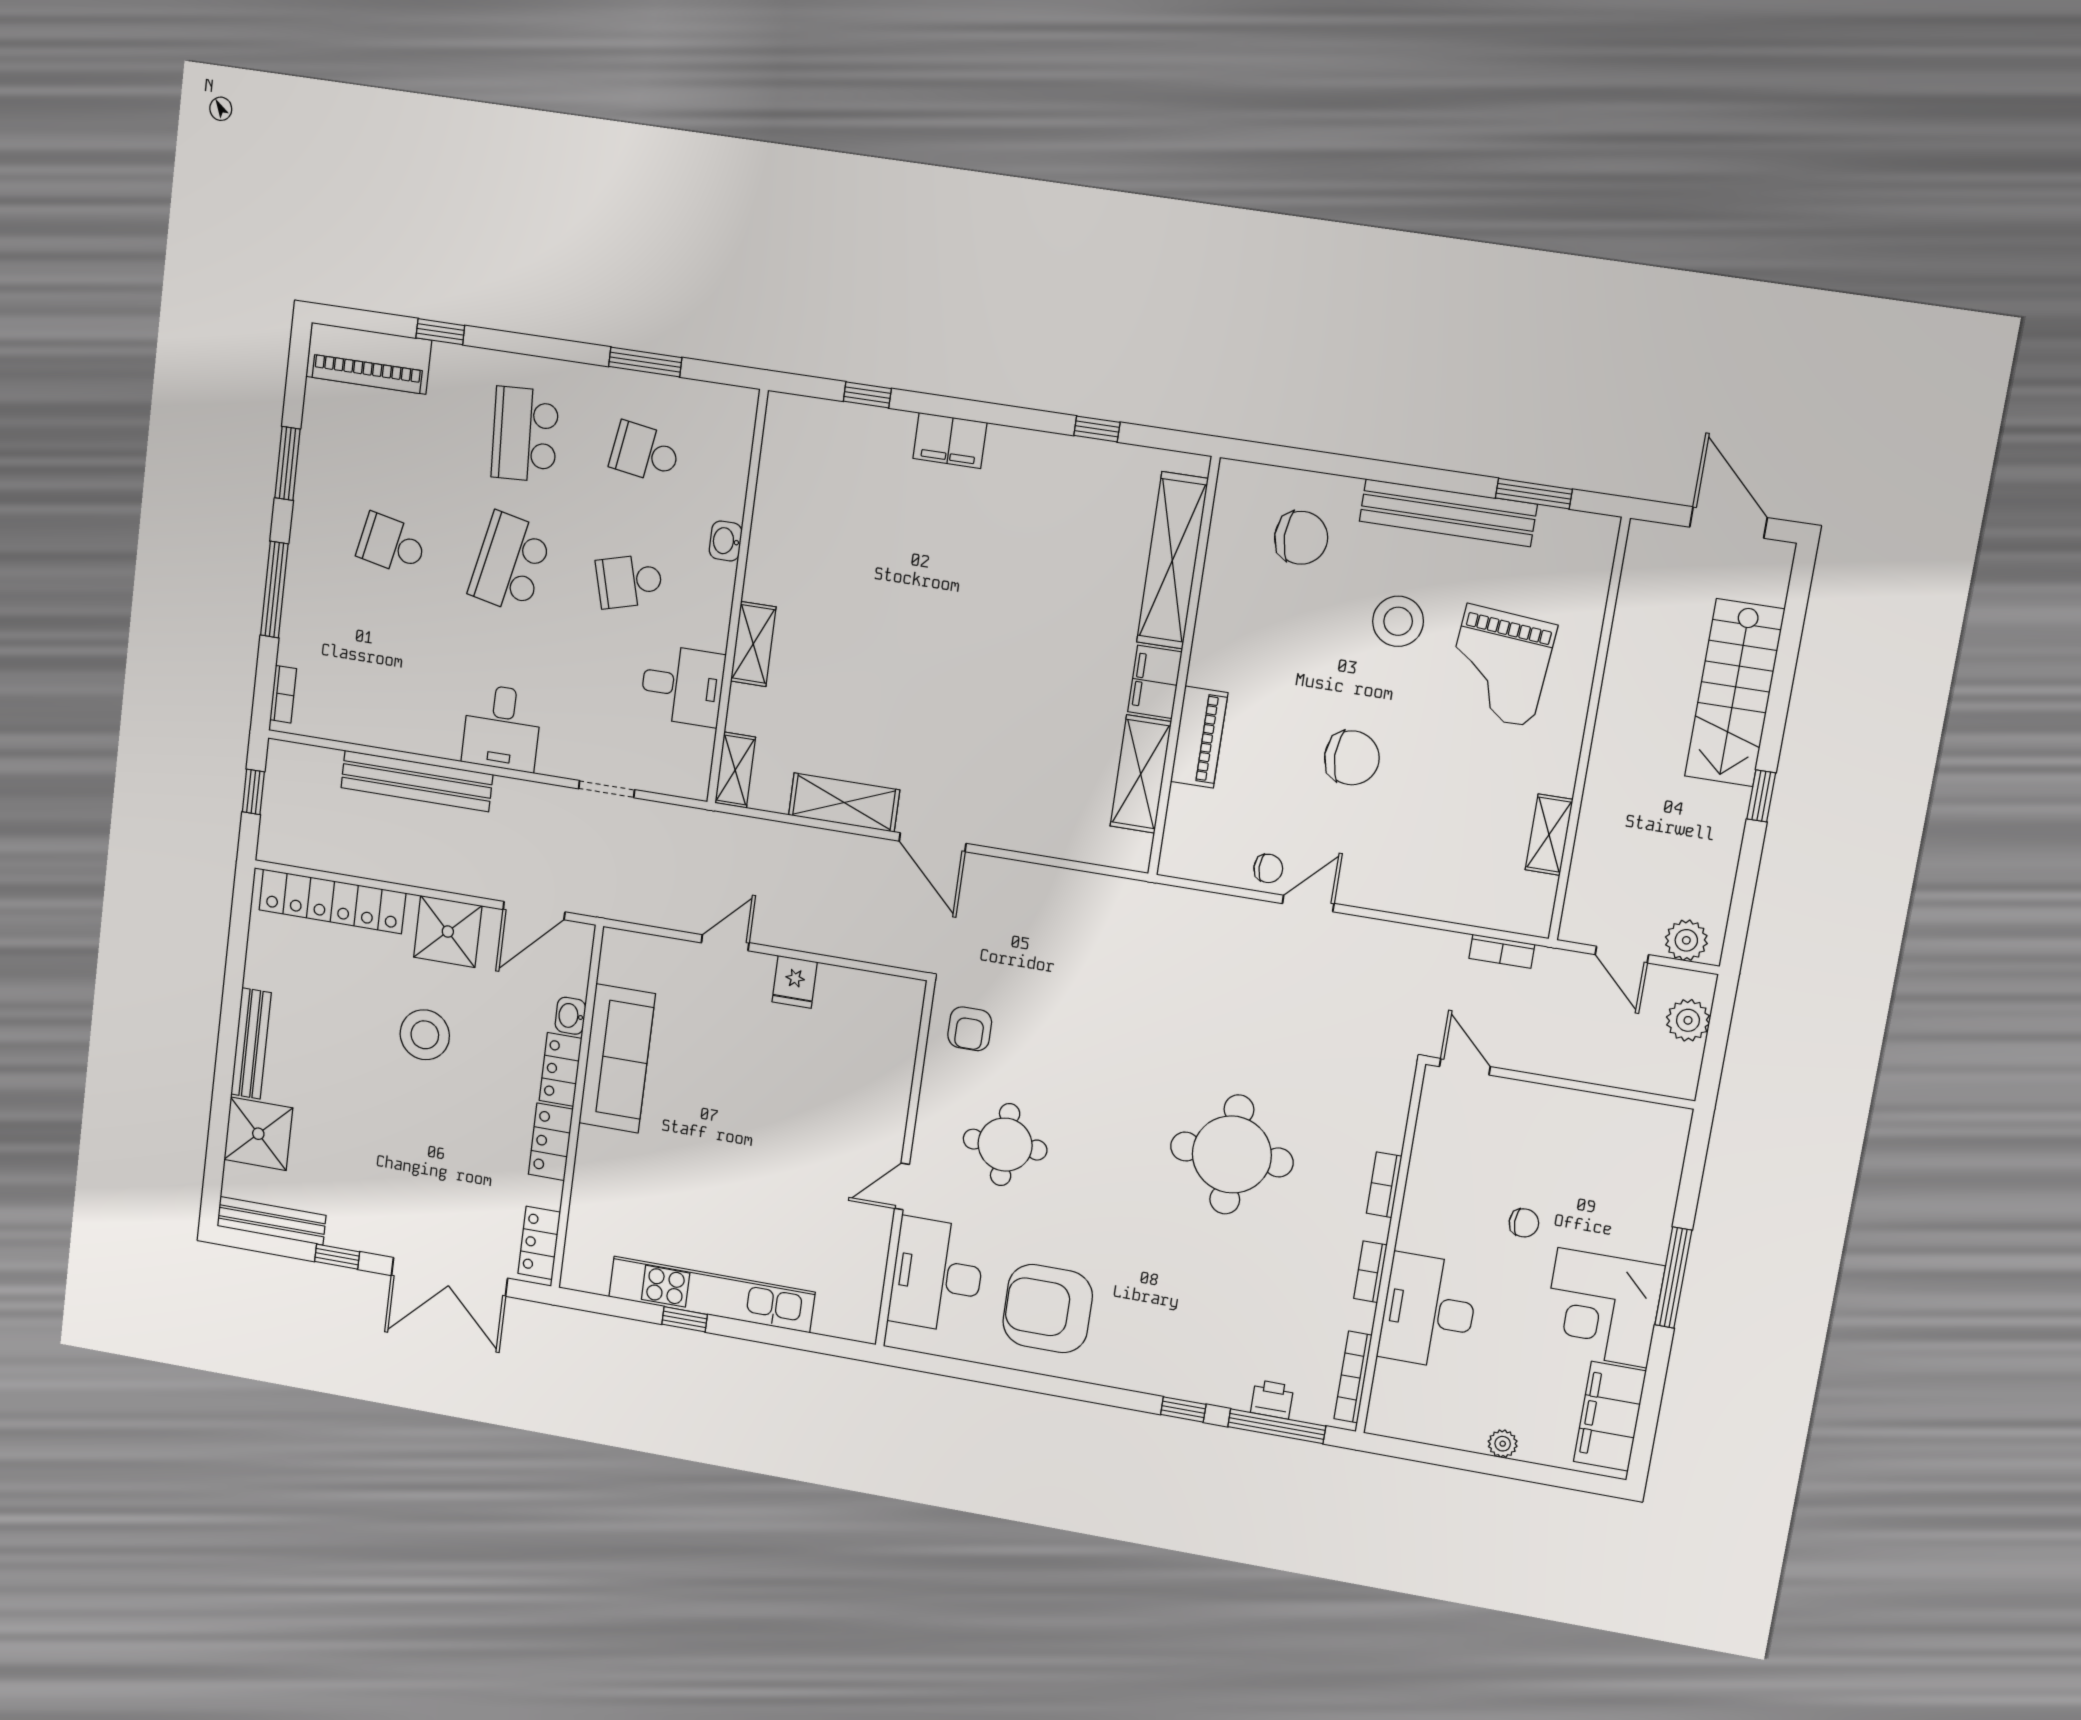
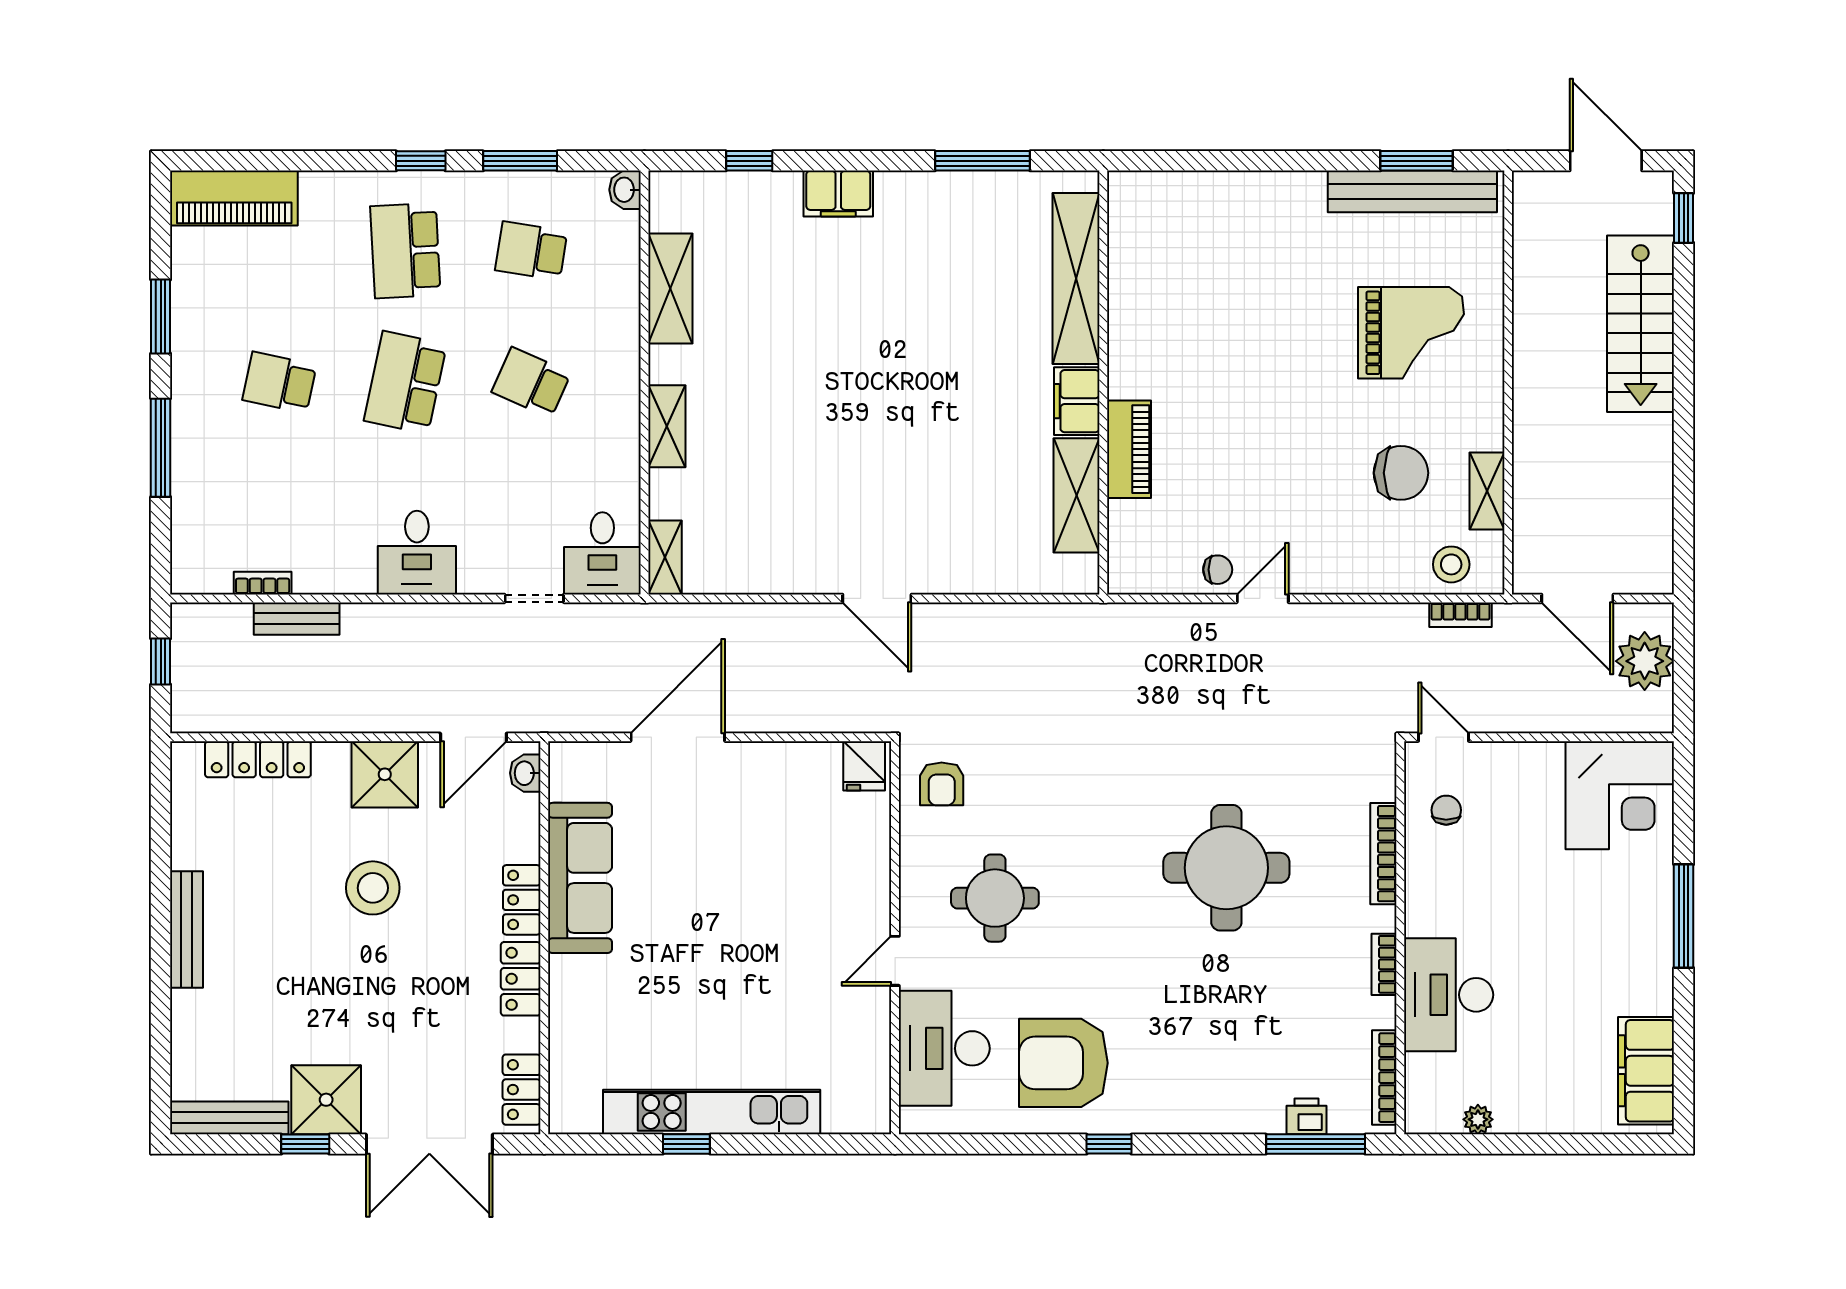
window: (440, 332) -> (421, 161), moved
window: (1097, 429) -> (983, 161), width x2.17
bench: (1448, 513) -> (1412, 191), moved
chair: (1301, 538) -> (1199, 237), removed
washbasin: (726, 541) -> (625, 190), moved
school desk: (629, 581) -> (531, 382), turned 39
stool: (1398, 621) -> (1451, 564), moved, width x0.73, depth x0.73
grand piano: (1499, 666) -> (1411, 333), turned -95
desk: (682, 685) -> (602, 553), moved, turned 90
bookcase: (283, 694) -> (263, 583), moved, turned -90
chair: (1352, 758) -> (1401, 473), moved
bench: (417, 781) -> (297, 619), width x0.54, depth x0.82
window: (1761, 796) -> (1684, 218), moved
shelving: (844, 802) -> (670, 289), moved, turned 90
locker: (332, 901) -> (258, 759), width x0.71, depth x0.83
plant: (1686, 940) -> (1637, 574), removed
door: (725, 943) -> (678, 737), width x1.87
door: (1622, 955) -> (1577, 598), width x1.37
fridge: (795, 982) -> (864, 766), moved
washbasin: (570, 1016) -> (525, 773), moved
plant: (1688, 1020) -> (1645, 661), width x1.36, depth x1.36
shower: (258, 1134) -> (326, 1100), moved
bookcase: (1384, 1185) -> (1383, 854), width x1.56
chair: (1524, 1223) -> (1446, 810), moved, turned -90
corner desk: (1603, 1308) -> (1620, 795), moved, turned -90
window: (1183, 1409) -> (1109, 1144), moved
plant: (1503, 1444) -> (1478, 1119), moved

